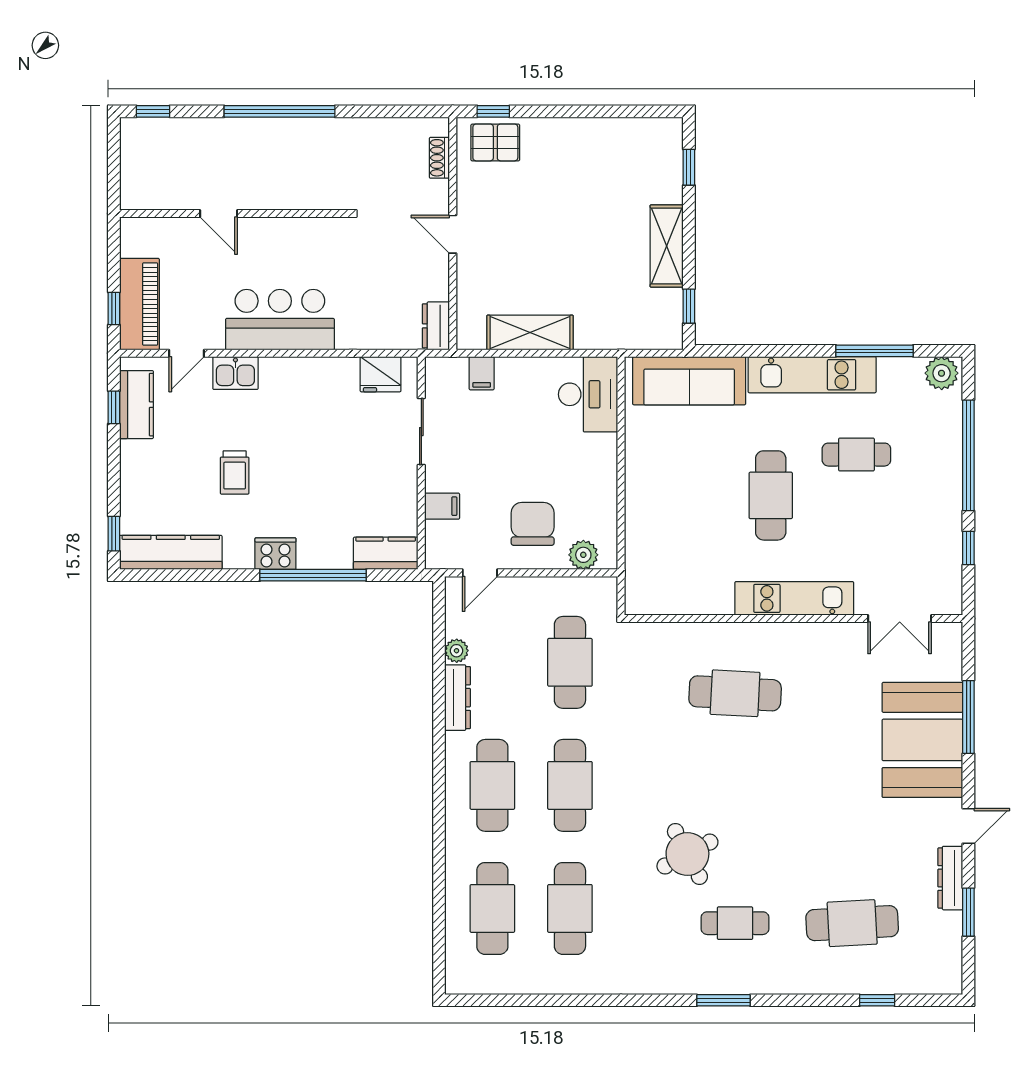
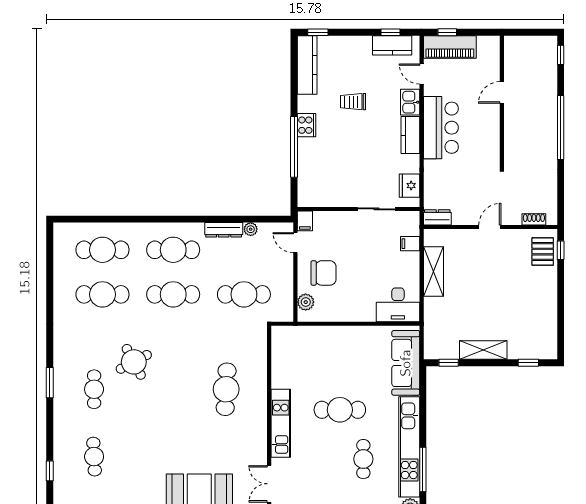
kitchen unit: (812, 375) -> (409, 447), width x1.36
filing cabinet: (442, 506) -> (305, 221), moved
kitchen counter: (386, 553) -> (410, 135), moved, turned 180
cafe table: (852, 923) -> (94, 457), width x0.73, depth x0.74

